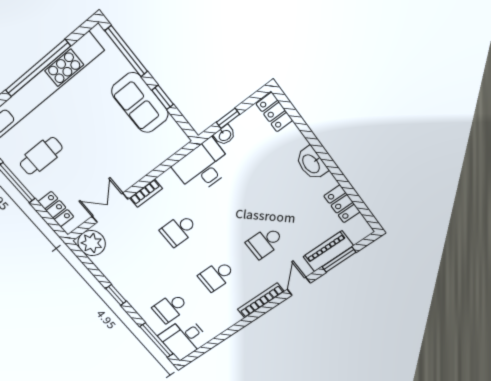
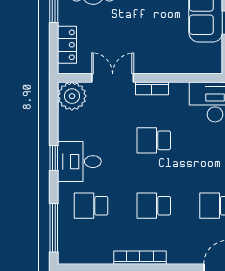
bookcase: (261, 300) -> (140, 258), moved
desk: (184, 338) -> (79, 162), moved

